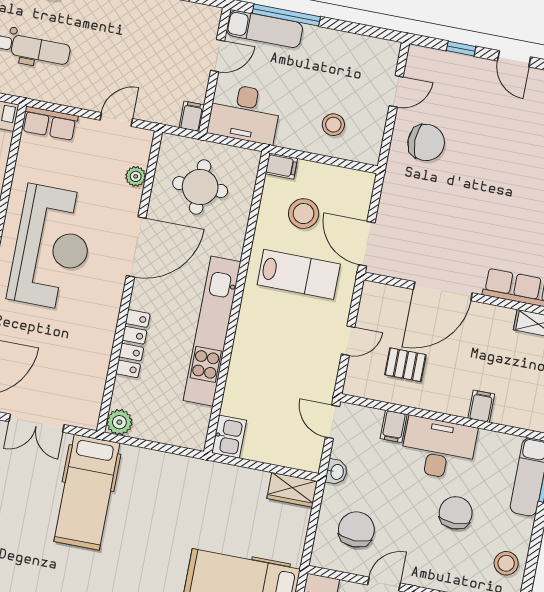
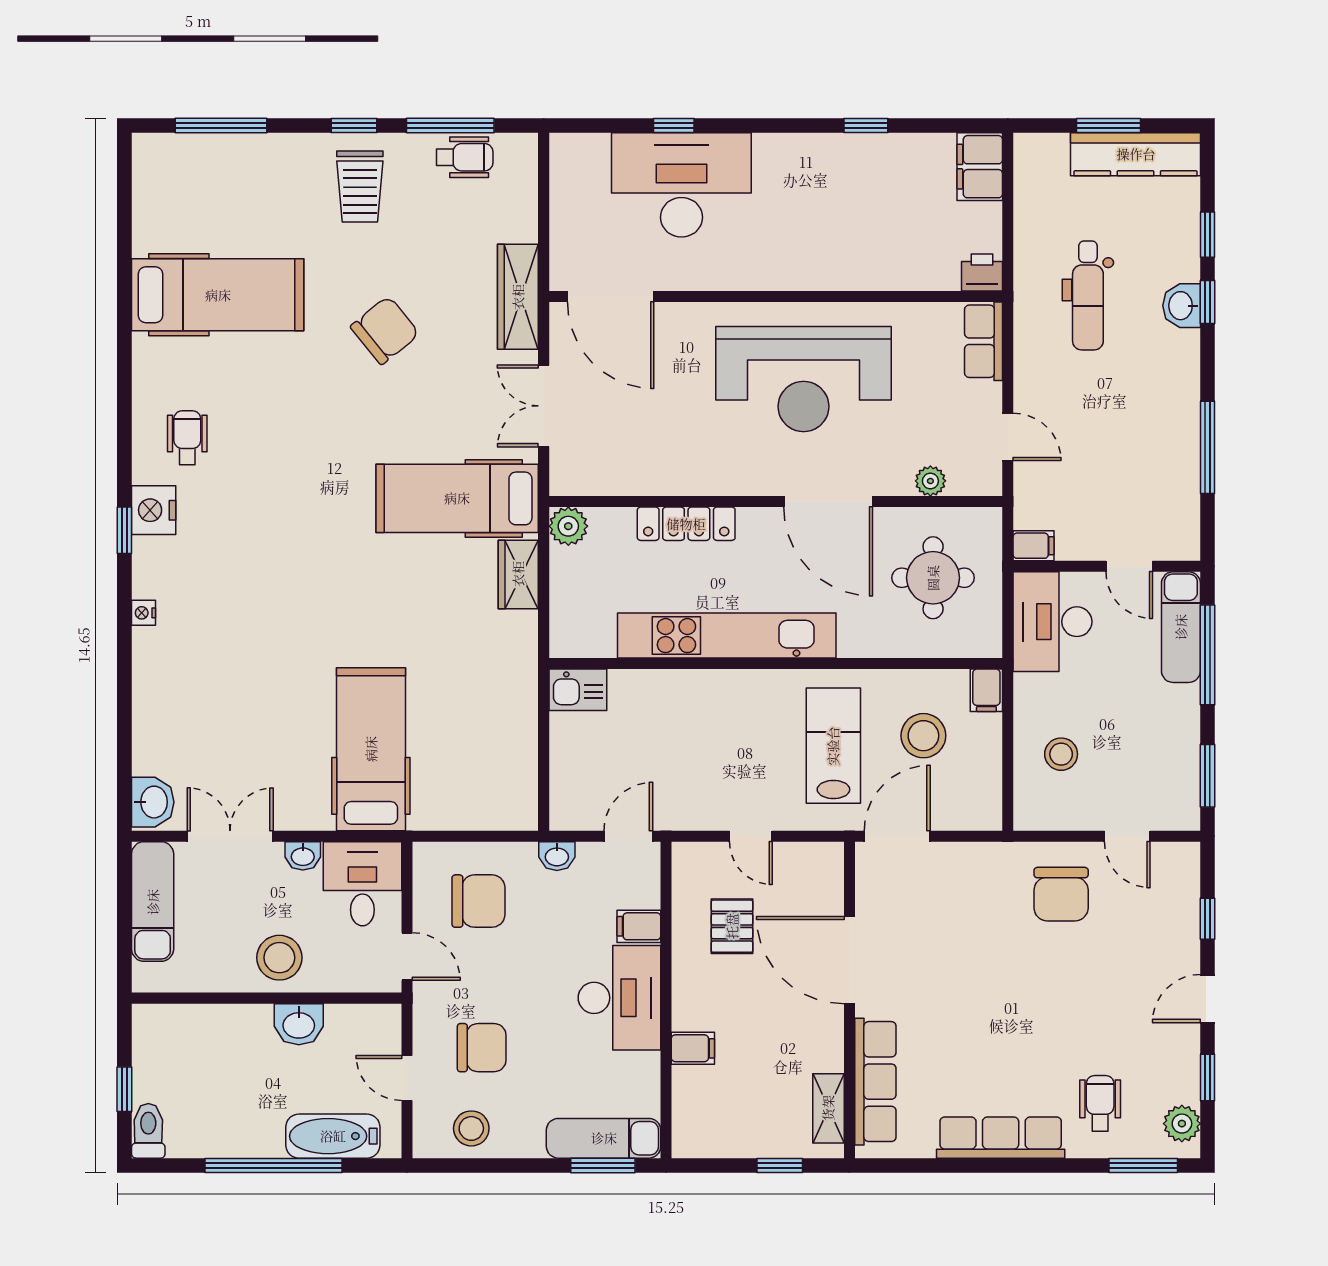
window: (366, 30) -> (1208, 776), added
lab bench: (299, 274) -> (833, 746), turned 180
wardrobe: (292, 490) -> (518, 574), moved
chair: (456, 513) -> (482, 1048), moved

